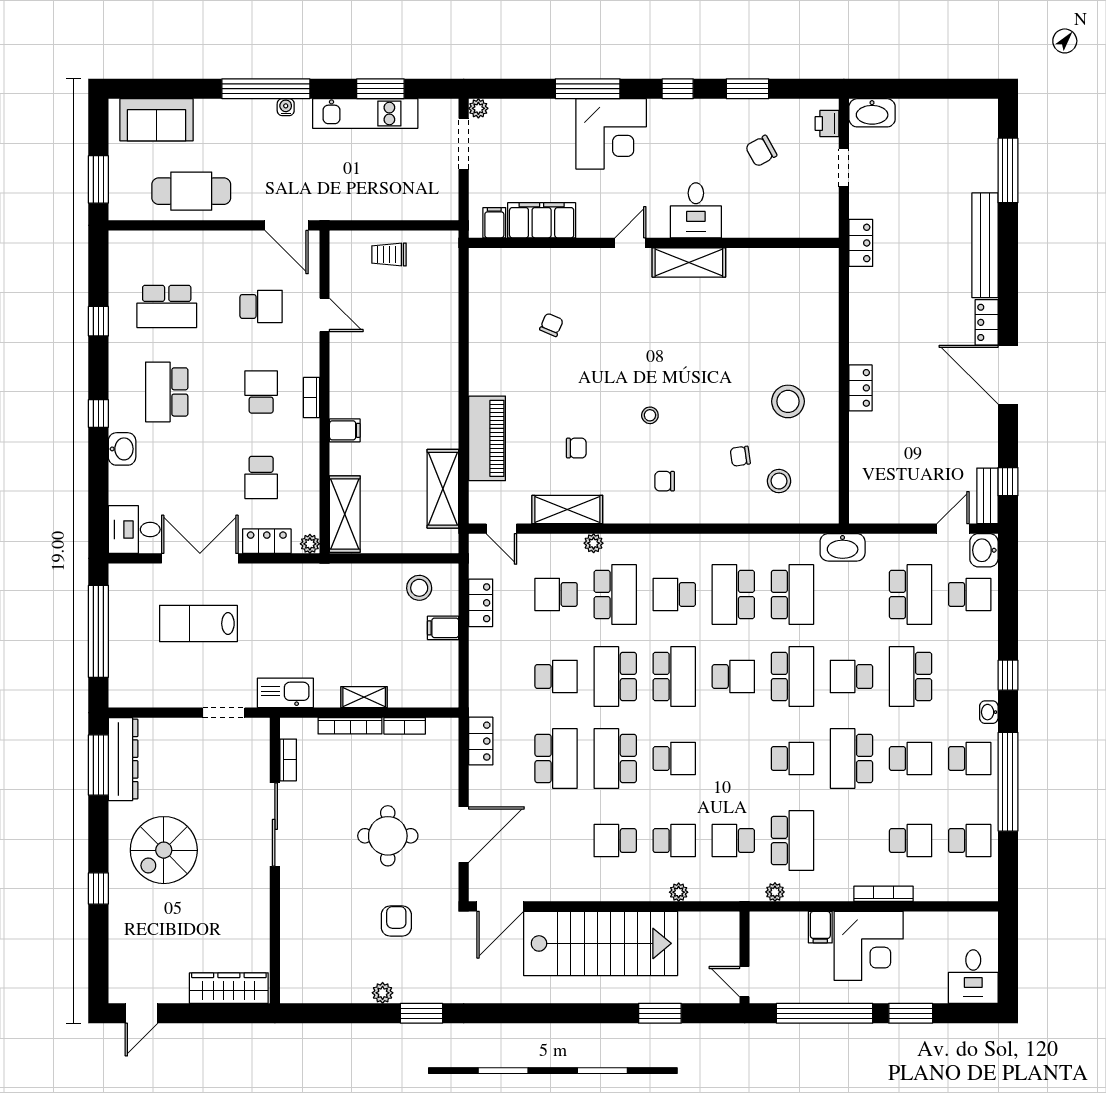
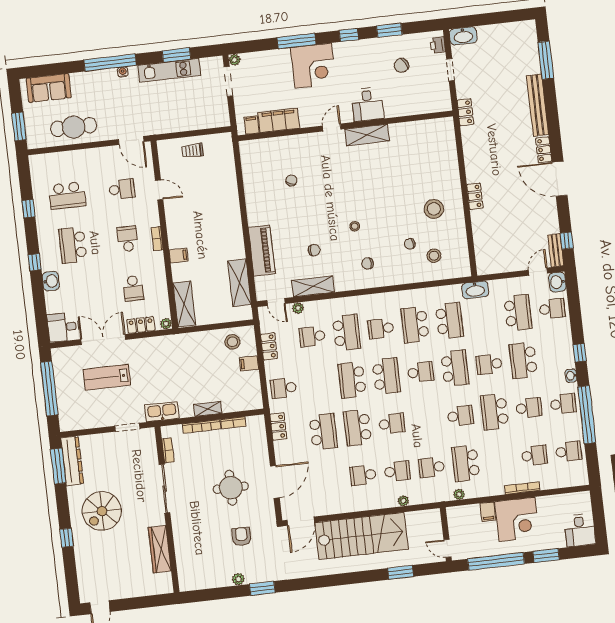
plant: (594, 543) -> (298, 308), moved
school desk: (556, 676) -> (283, 388), moved, turned 180
school desk: (792, 841) -> (466, 463), turned 180
wardrobe: (229, 988) -> (160, 549), moved, turned -90

